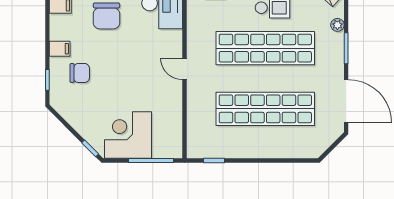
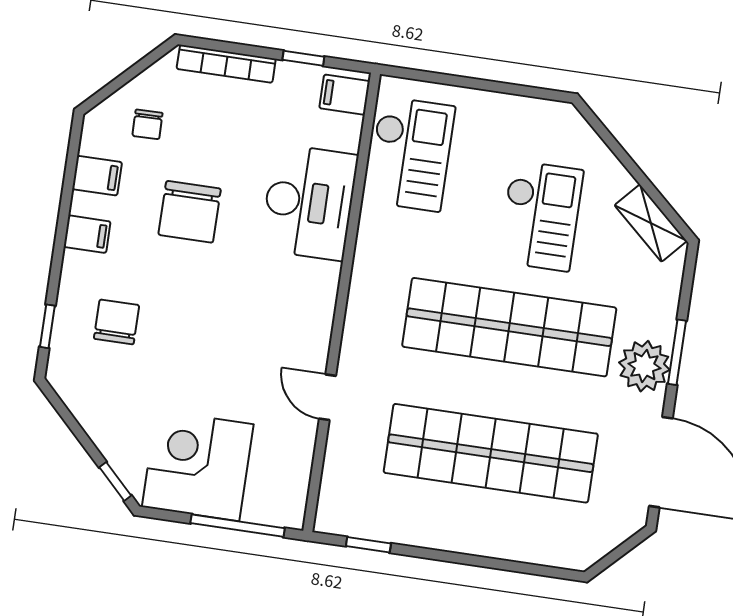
plant: (337, 25) -> (644, 366), moved, width x1.87, depth x1.87
filing cabinet: (60, 49) -> (87, 234), moved
door: (184, 69) -> (328, 397), moved
chair: (80, 73) -> (117, 322), turned -90

